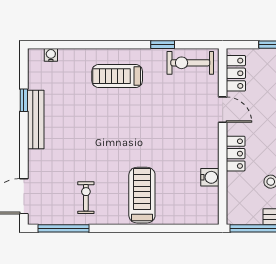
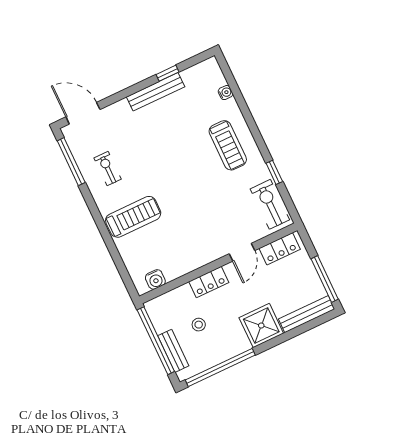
water cooler: (51, 55) -> (225, 93), moved
treadmill: (117, 76) -> (228, 145), turned 180
water cooler: (210, 177) -> (155, 279), moved
exercise bike: (86, 198) -> (108, 169), turned -90

